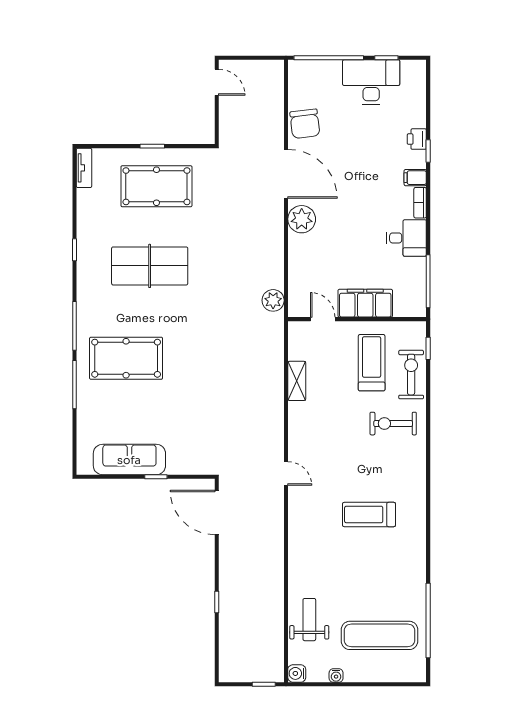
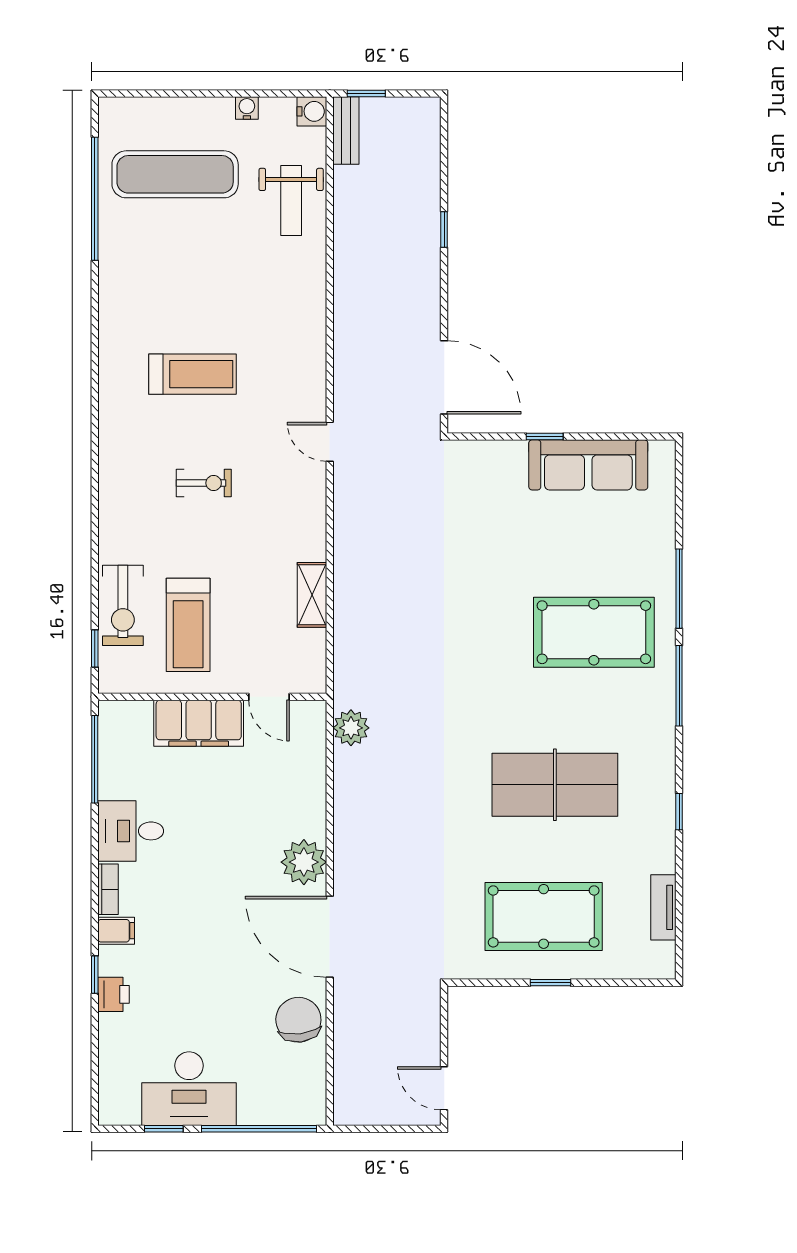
tv unit: (84, 168) -> (663, 907), moved
exercise bike: (393, 424) -> (204, 483), moved, width x0.73, depth x0.72
bench: (276, 662) -> (346, 131), added

